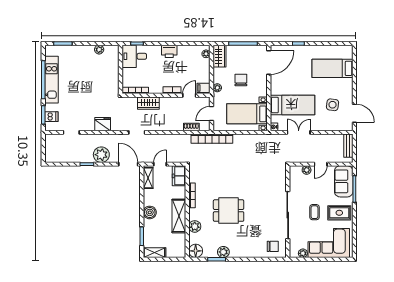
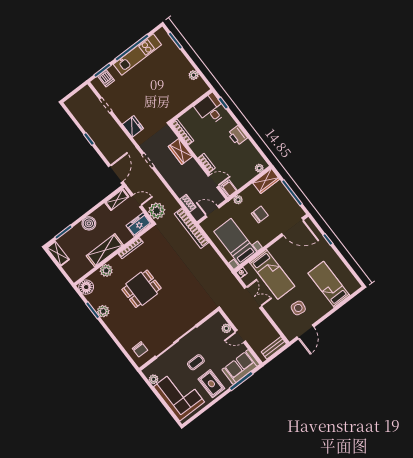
plant: (101, 155) -> (157, 211), moved
dining table: (229, 211) -> (142, 289), turned 90

